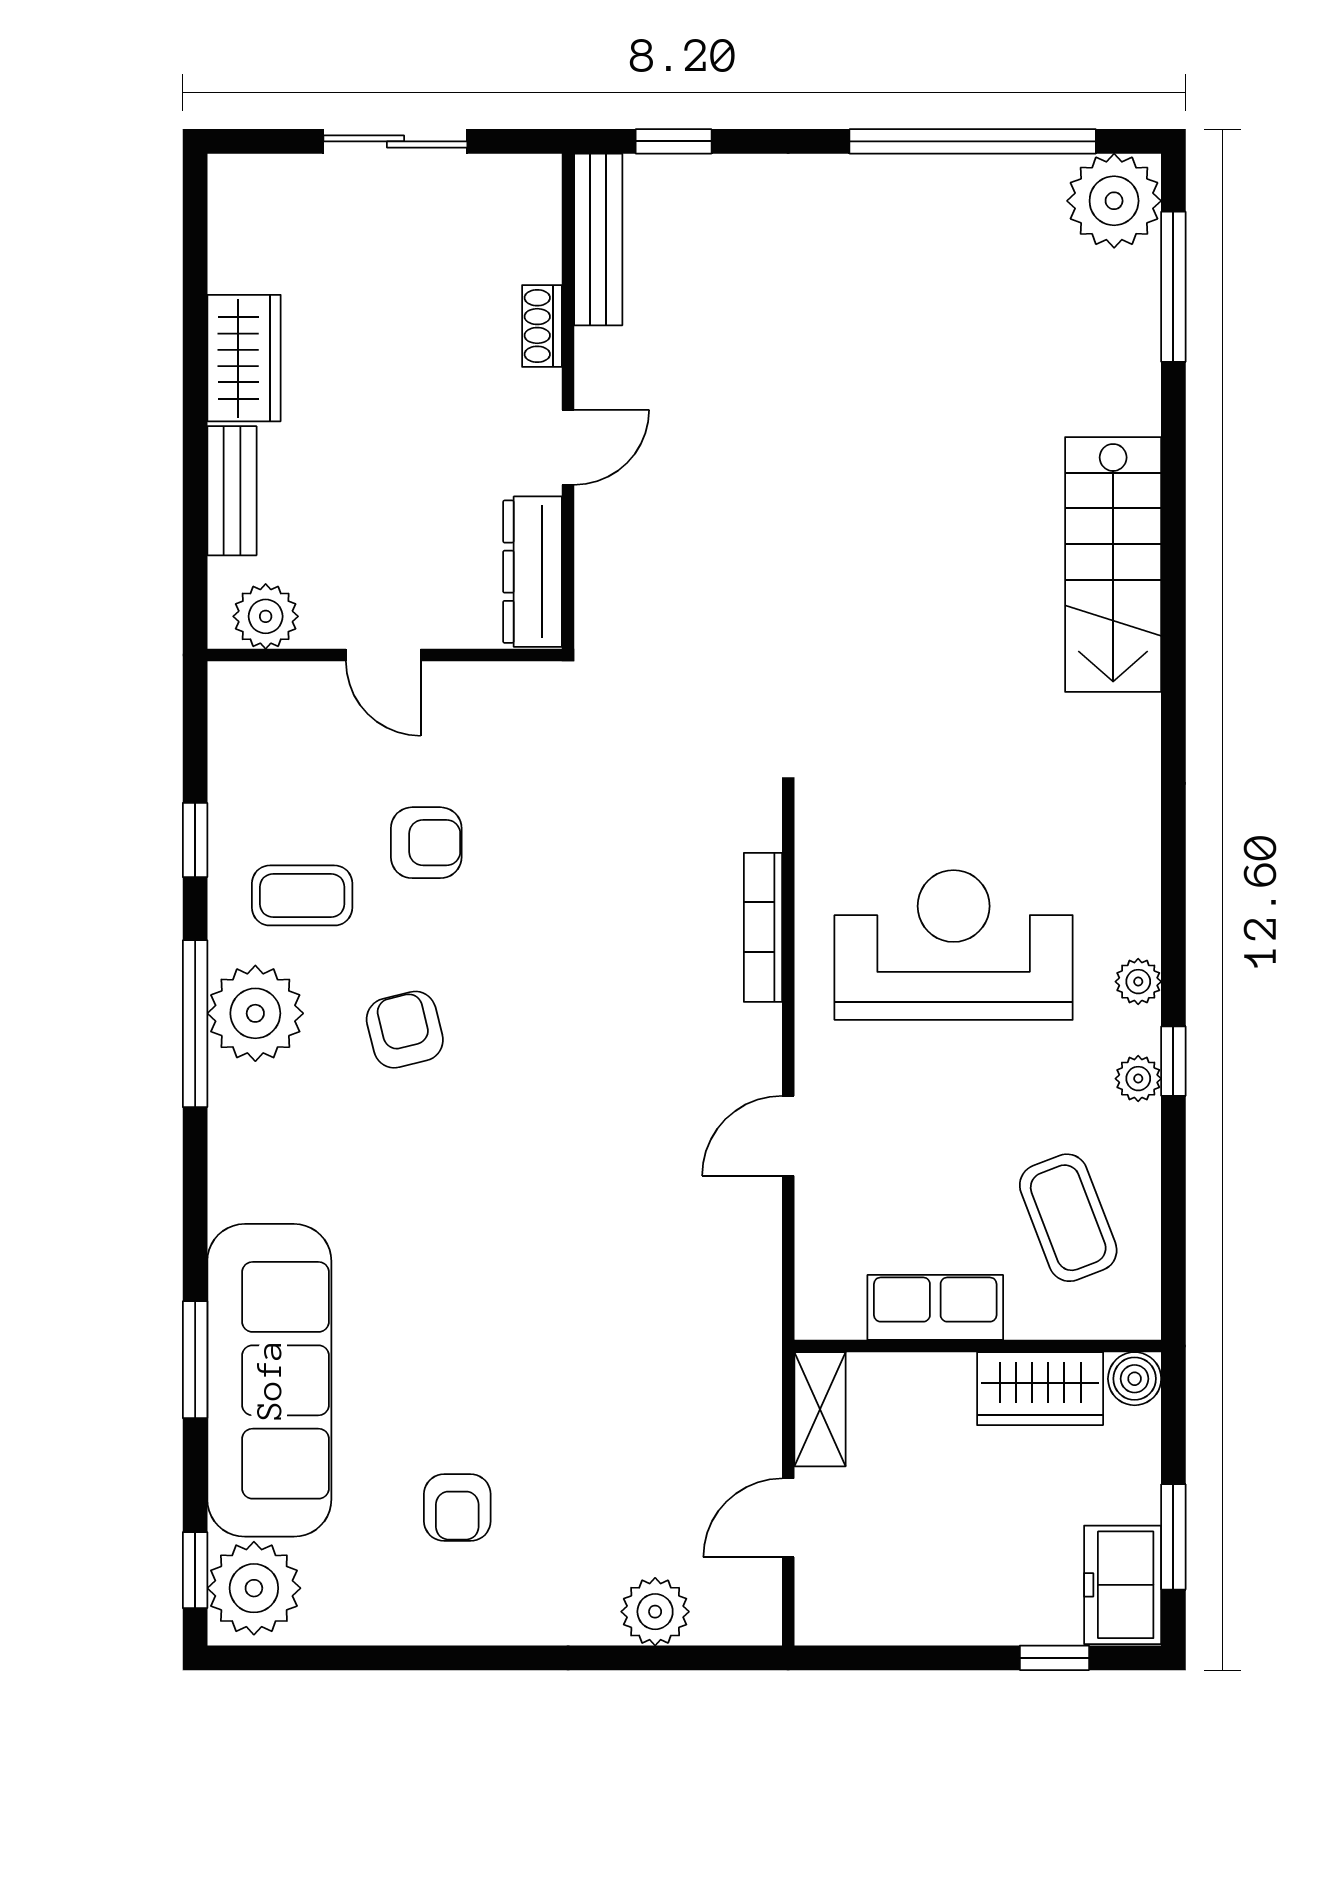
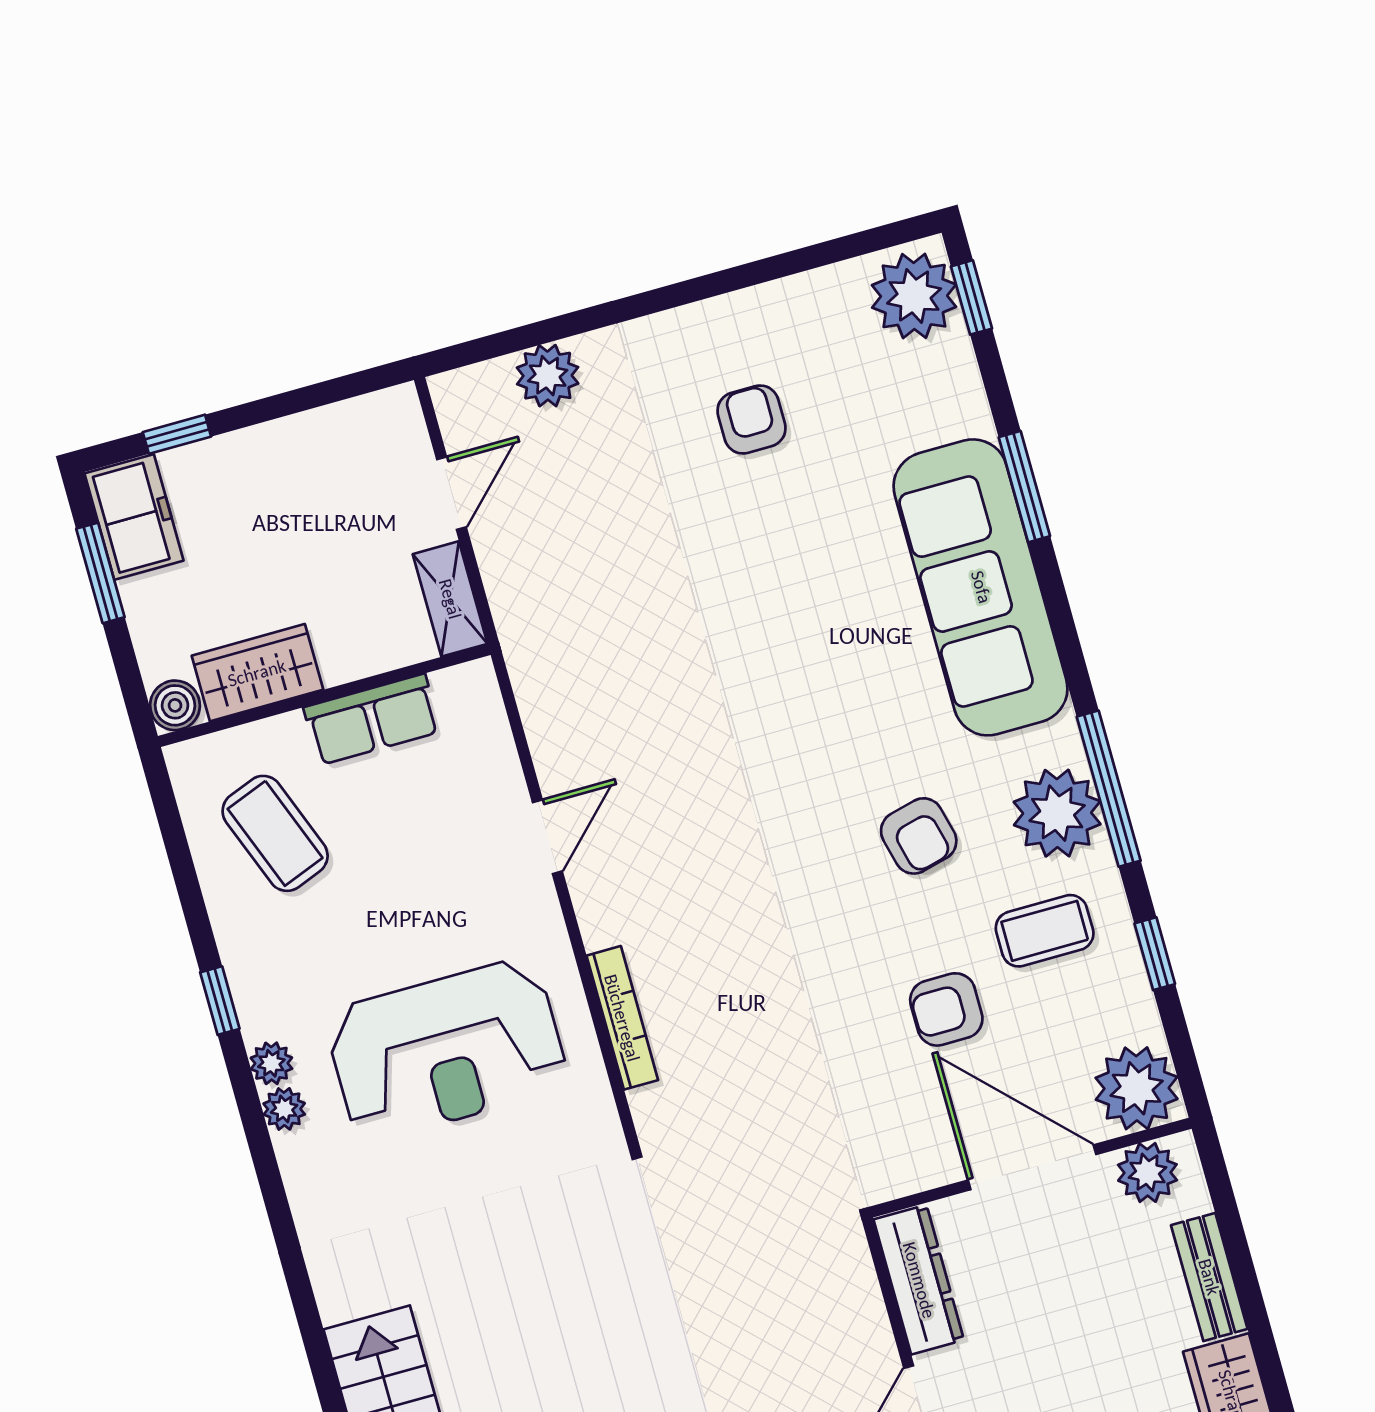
door: (383, 655) -> (1032, 1167), width x1.87
plant: (253, 706) -> (1137, 1088), added
plant: (1138, 1079) -> (284, 1109), moved
sofa: (269, 1380) -> (981, 587), moved

